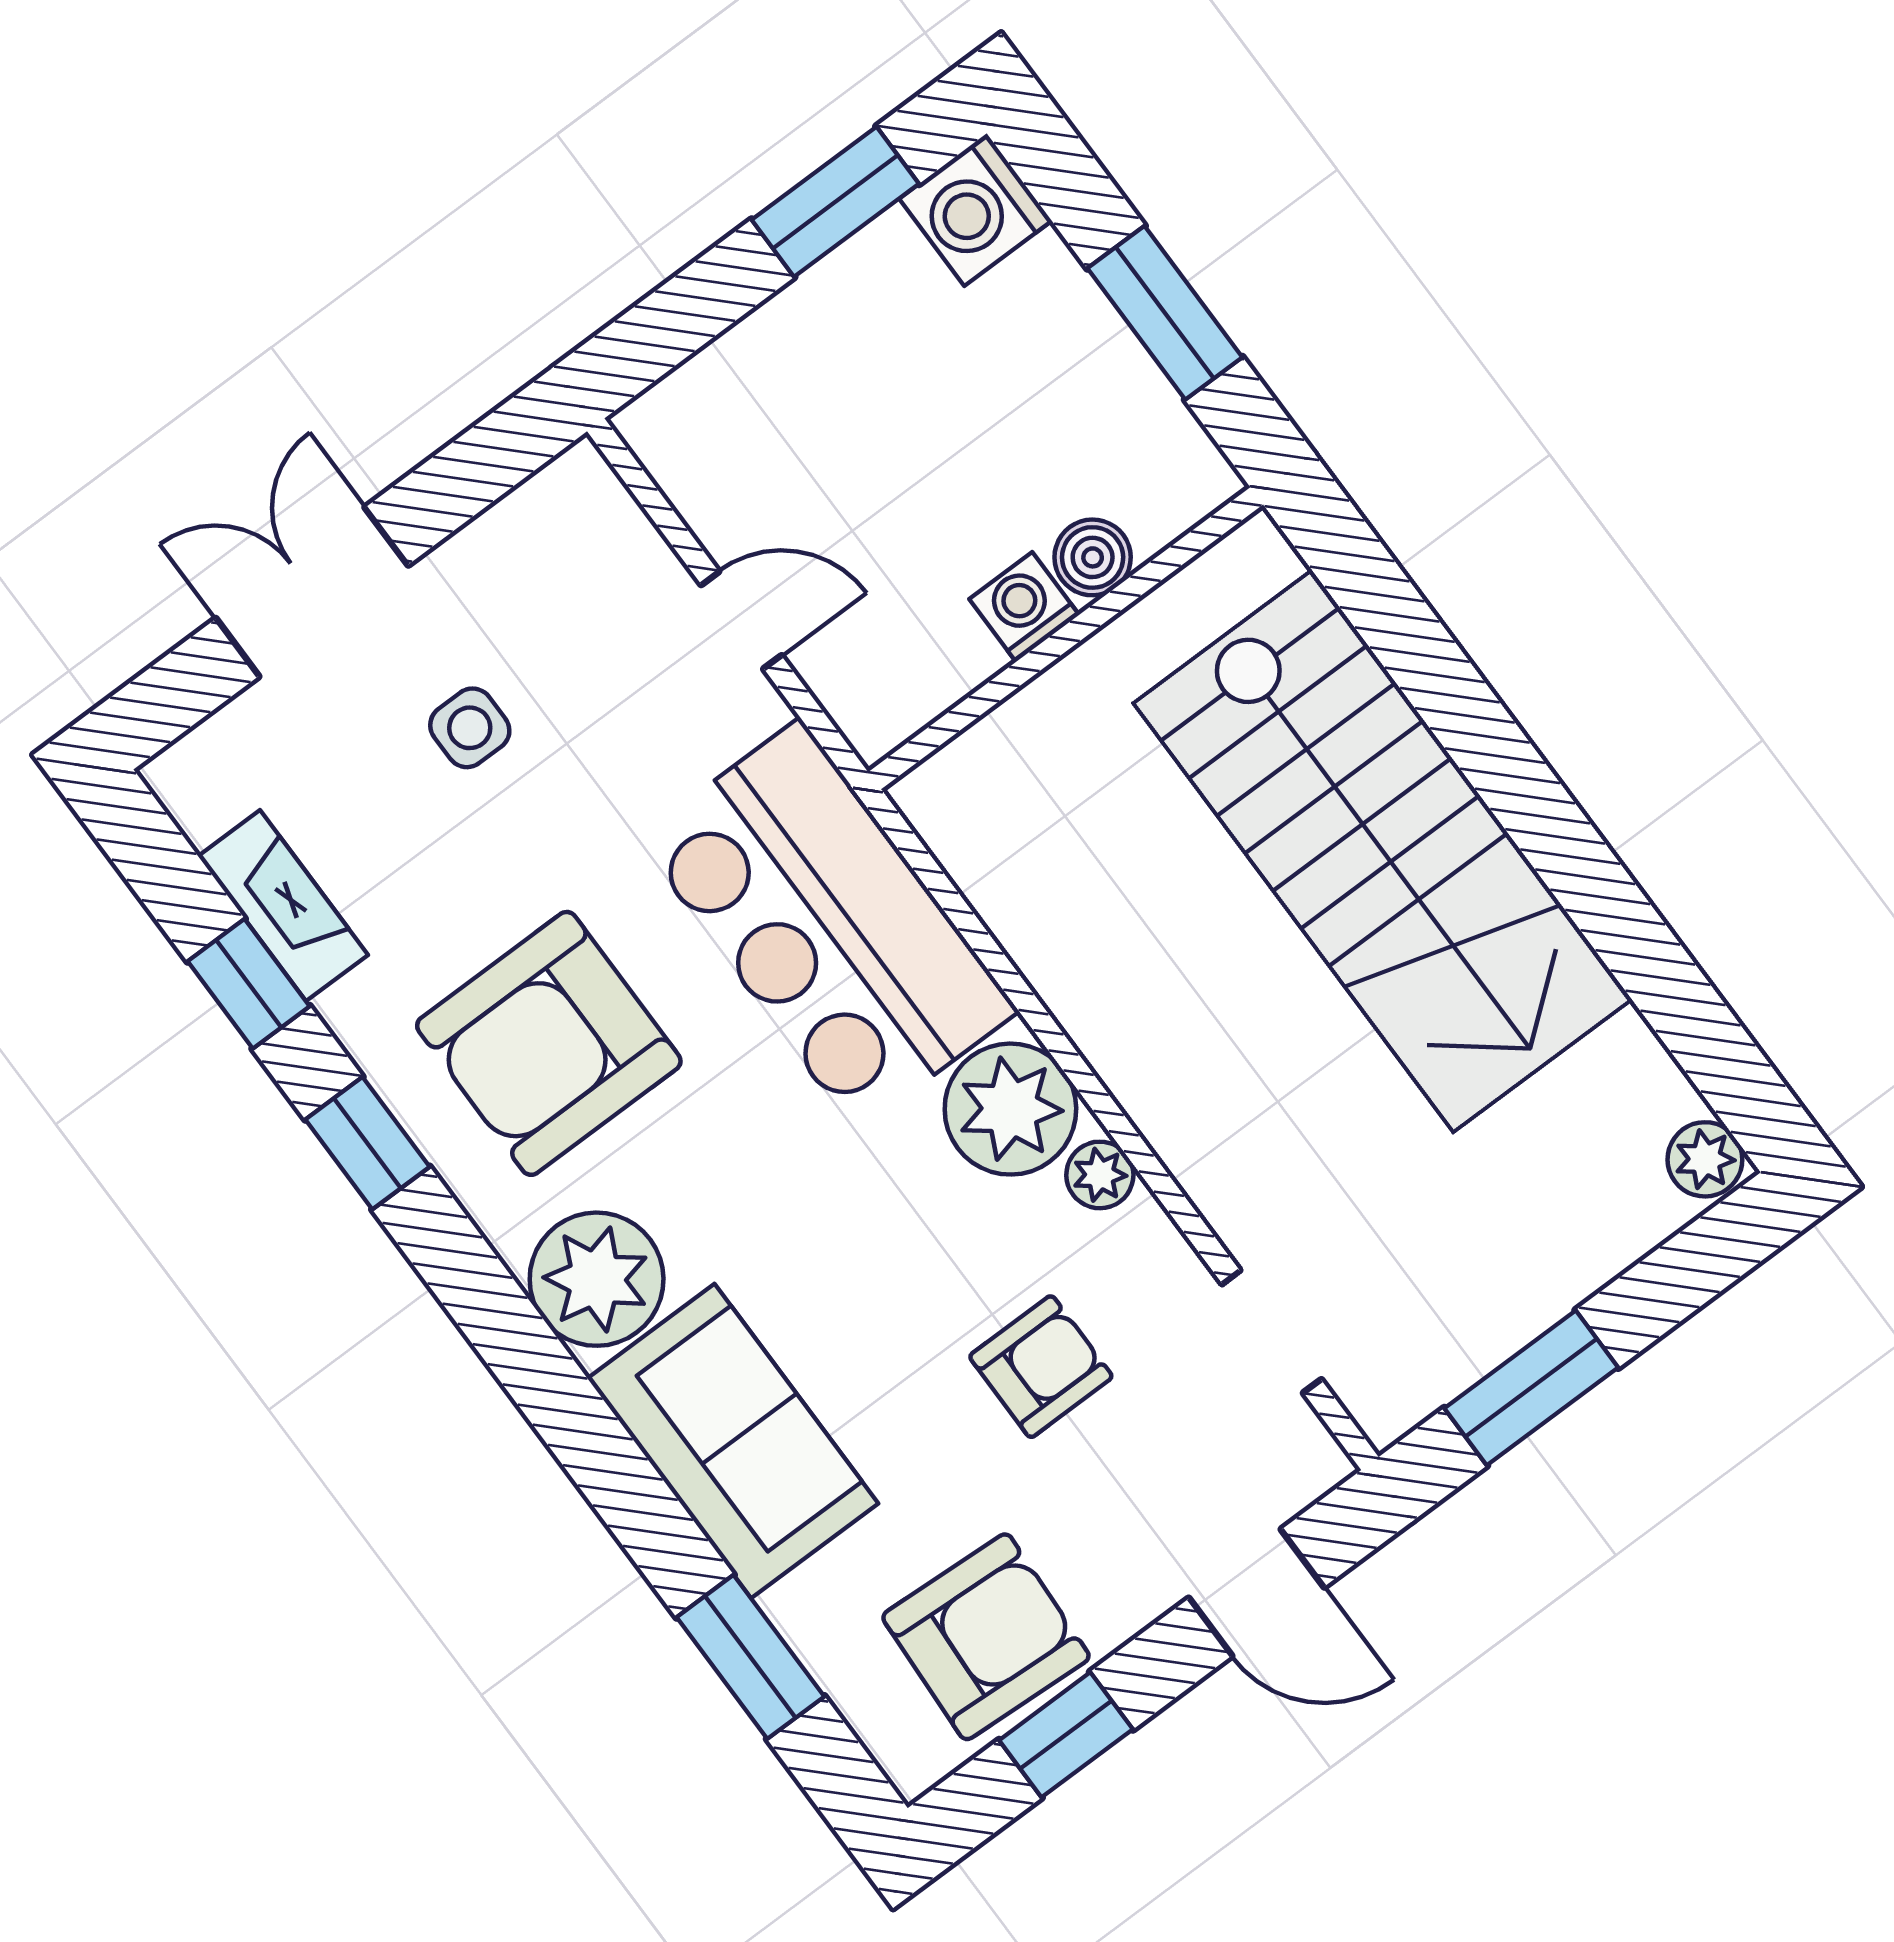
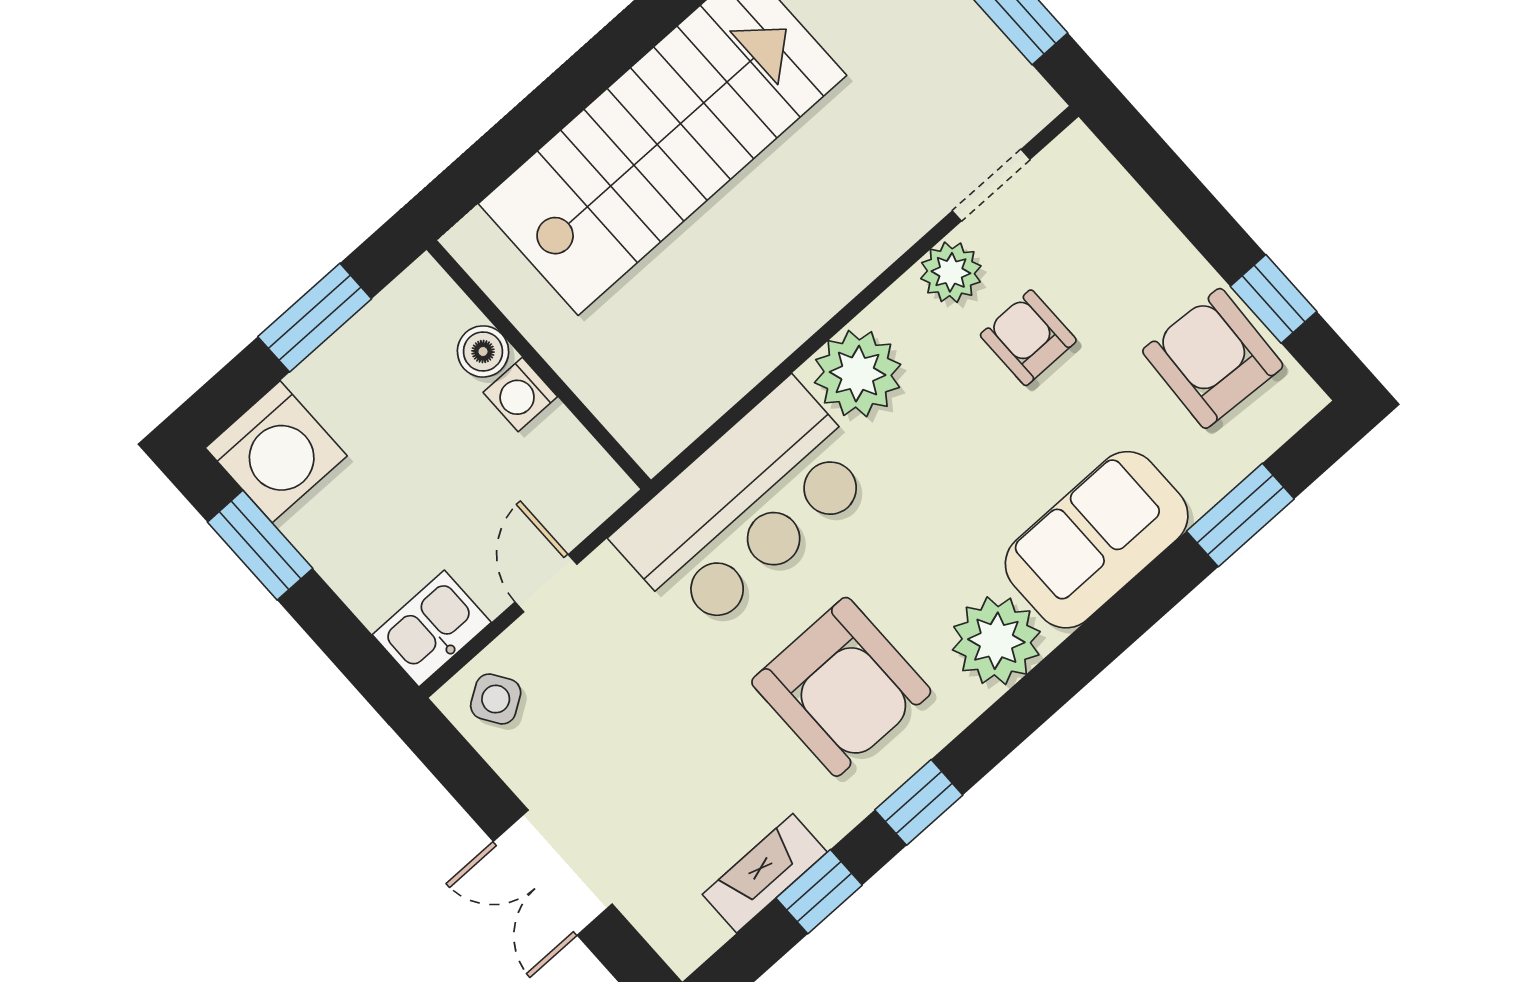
washing machine: (976, 210) -> (276, 452), width x1.37, depth x1.37
kitchen sink: (689, 445) -> (432, 629), added
side table: (470, 728) -> (496, 699), moved, turned -33
plant: (1100, 1175) -> (951, 272), moved, width x1.38, depth x1.38
door: (1257, 1593) -> (1167, 180), removed

